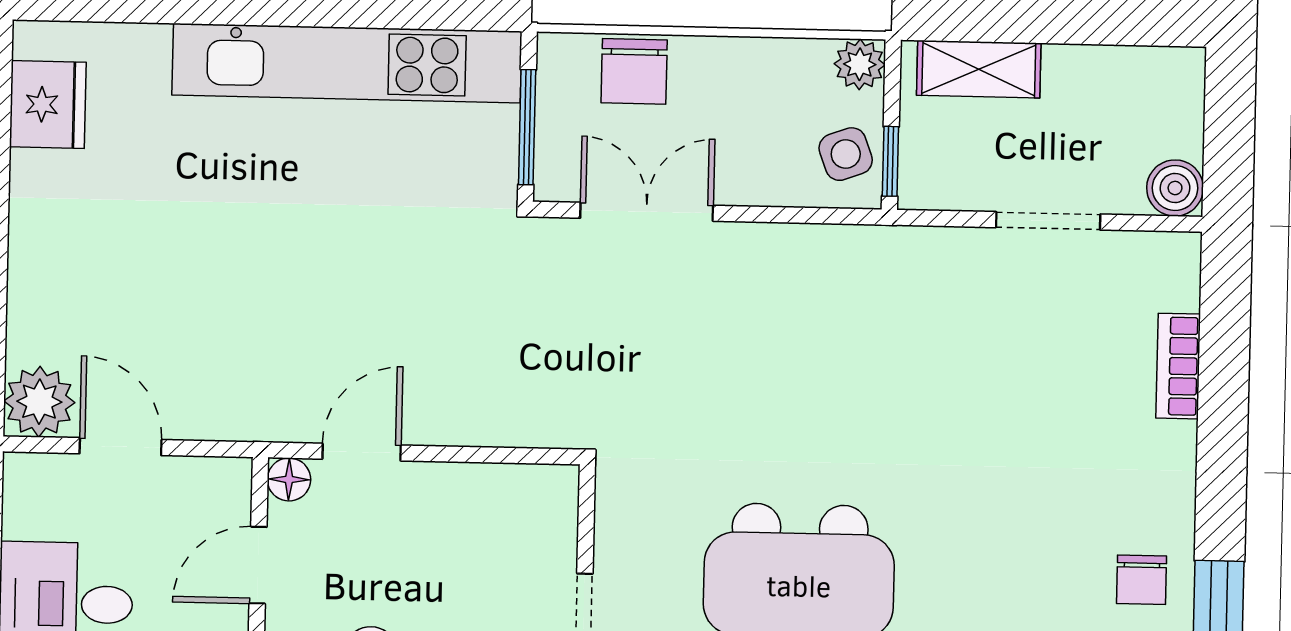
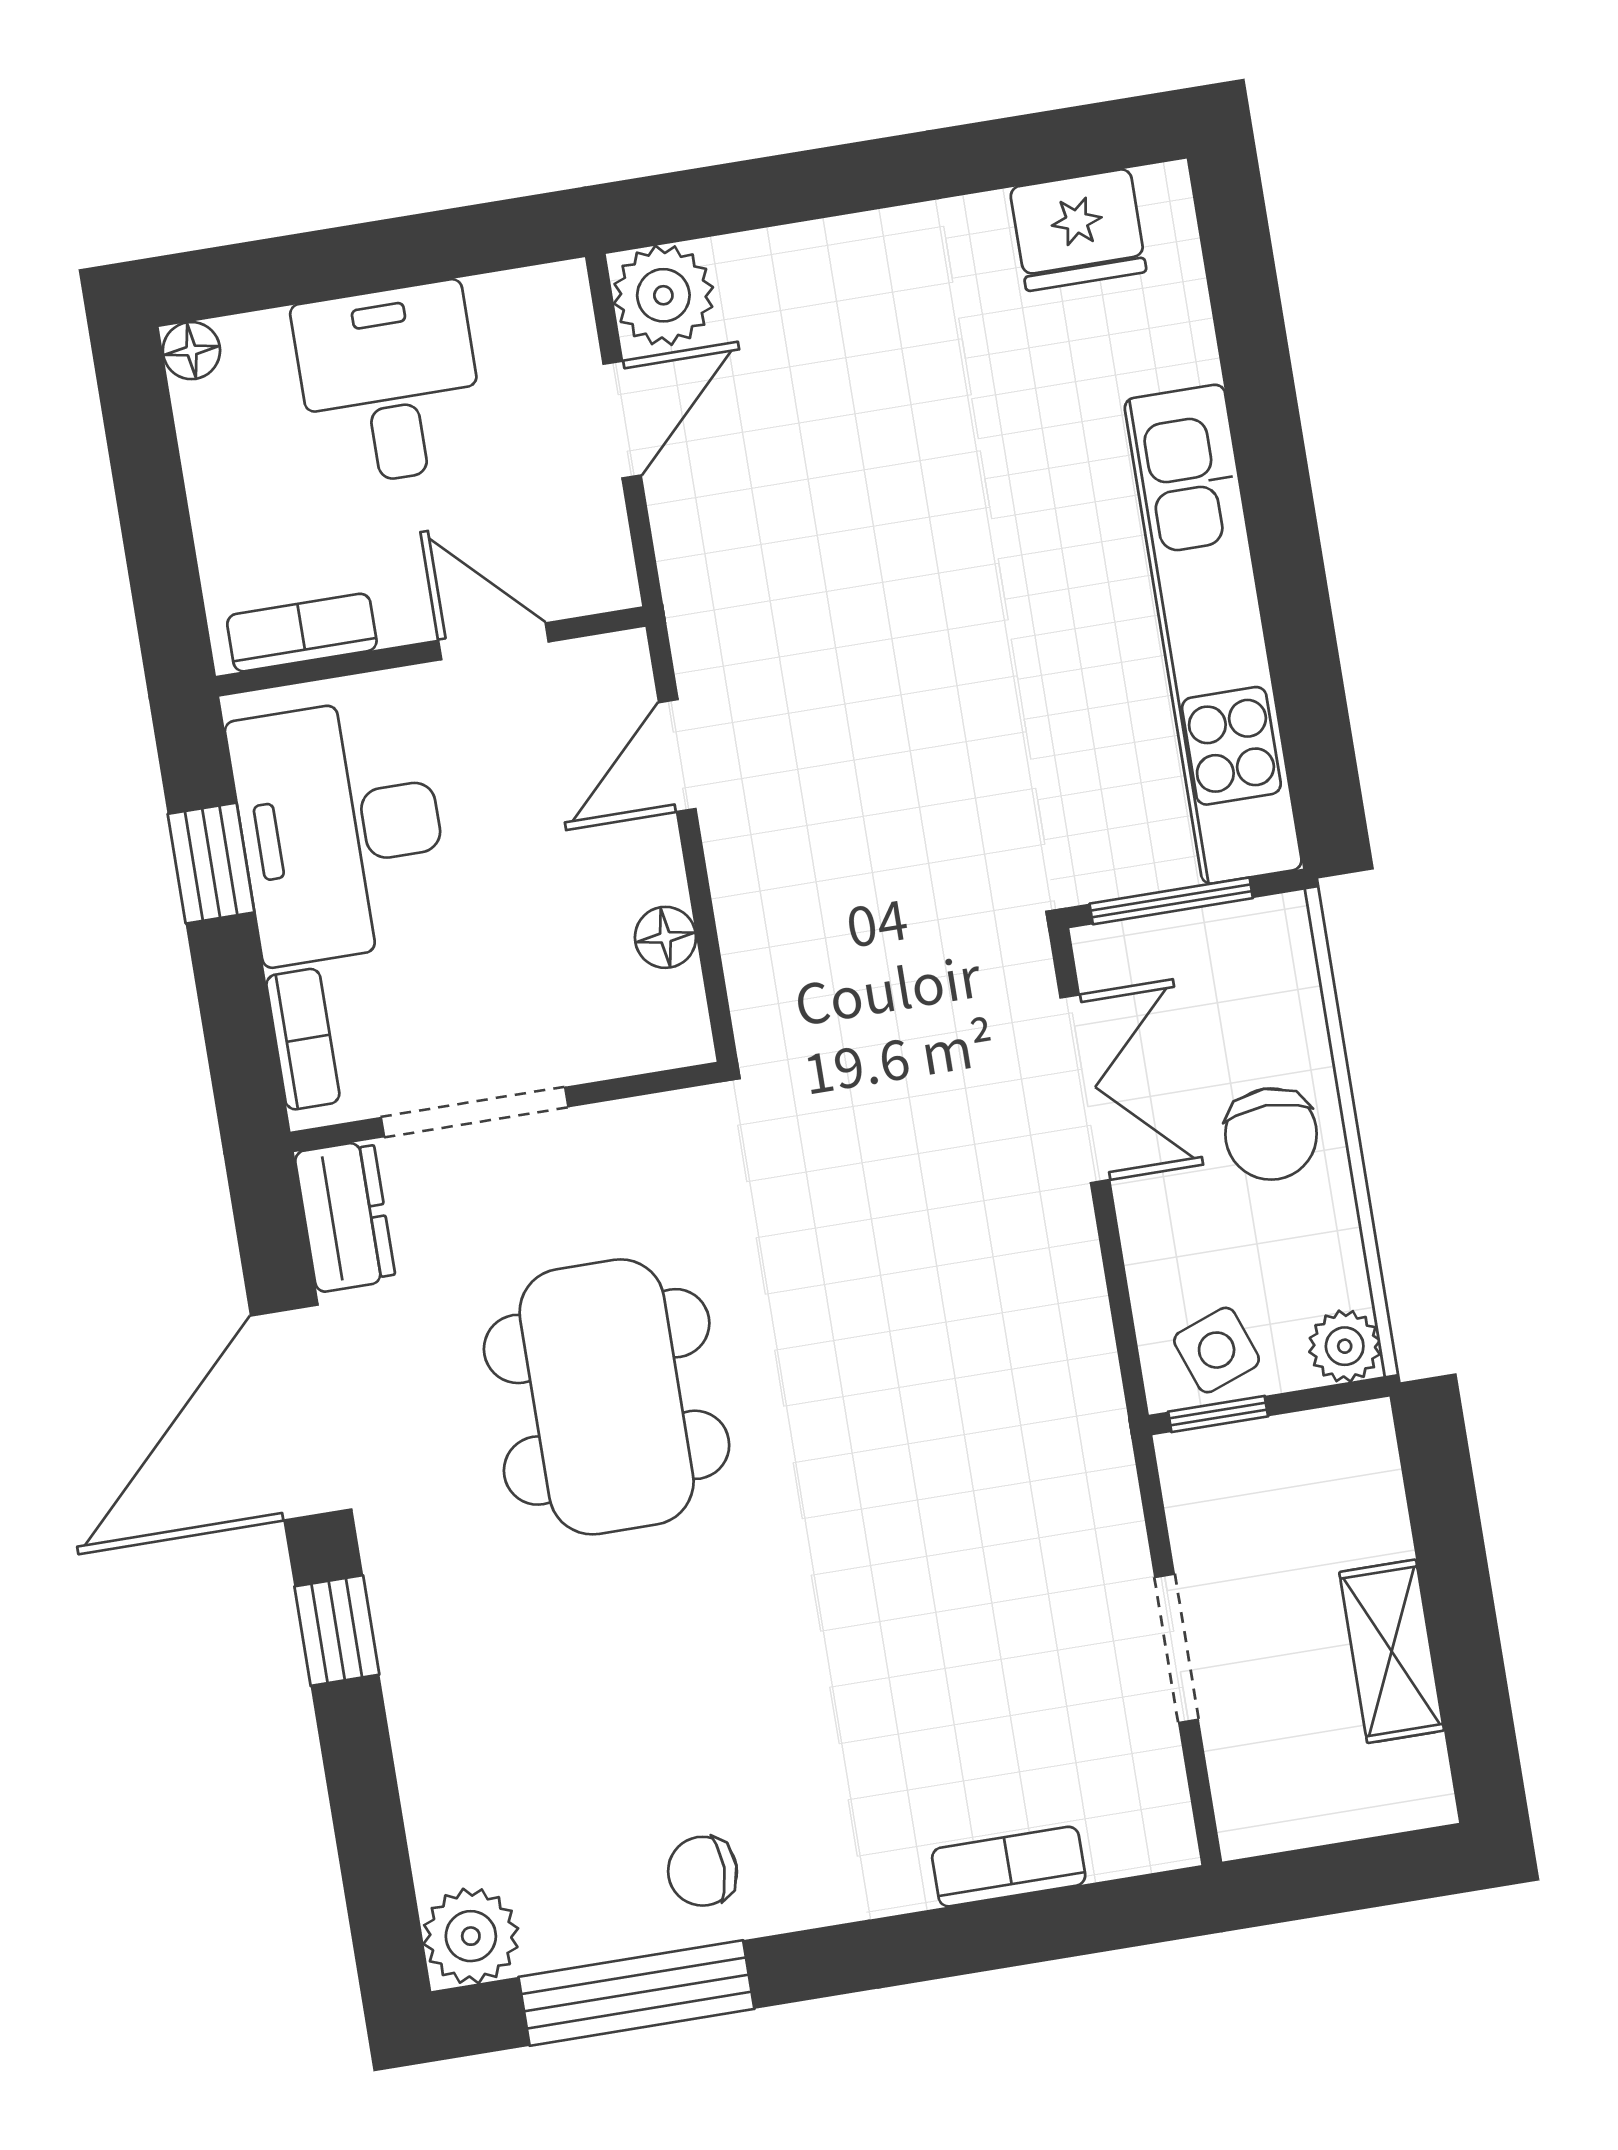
shelving: (979, 69) -> (1392, 1651), moved
chair: (634, 71) -> (1271, 1134), moved, turned -90
boiler: (1175, 188) -> (1255, 1816), removed
door: (362, 452) -> (677, 756), swing flipped
floor lamp: (289, 479) -> (665, 937), moved

